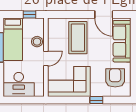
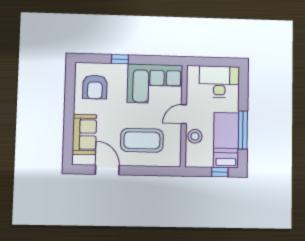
window: (30, 14) -> (220, 172), moved
coffee table: (78, 38) -> (142, 140), turned 90
sofa: (122, 41) -> (84, 134), width x0.73

